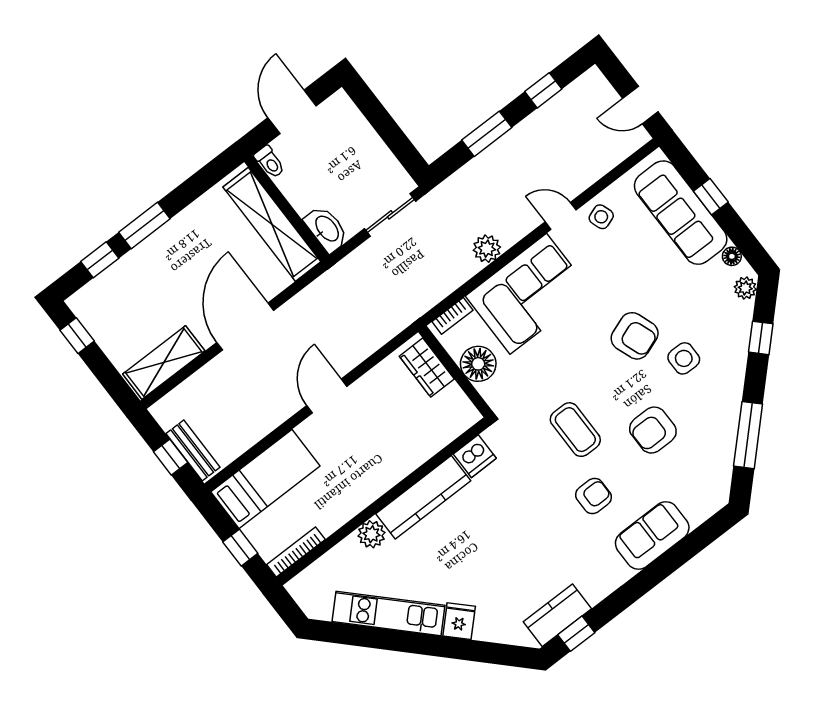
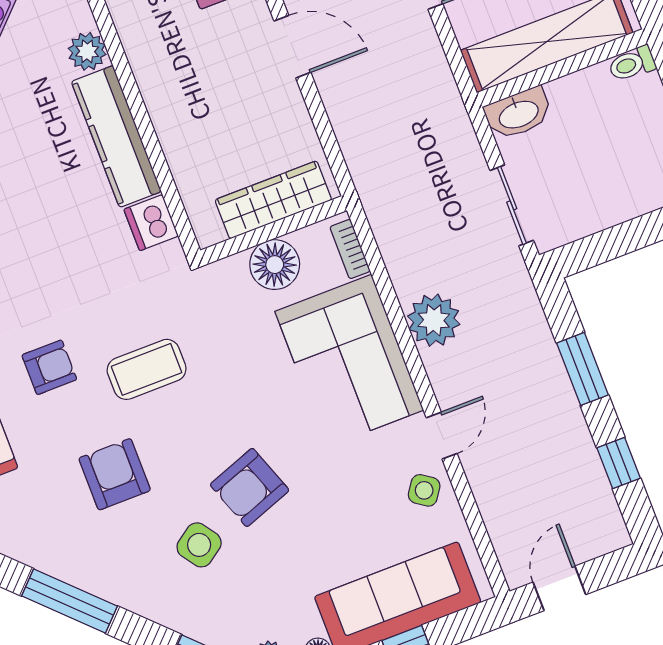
side table: (601, 217) -> (424, 490), turned -36
plant: (487, 249) -> (434, 320), width x1.36, depth x1.36
side table: (684, 358) -> (199, 545), turned -35
wardrobe: (427, 368) -> (273, 200), width x1.50
armchair: (594, 496) -> (49, 367), turned -90

